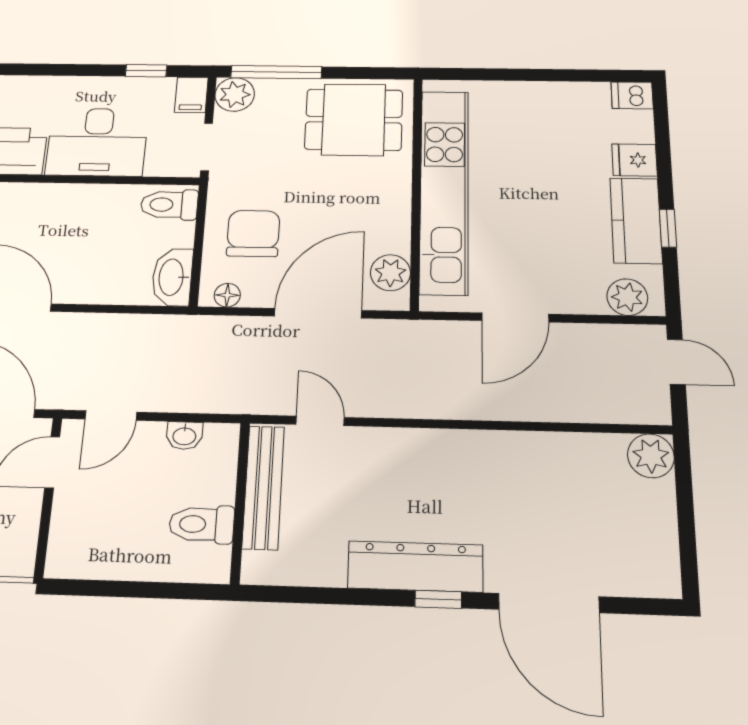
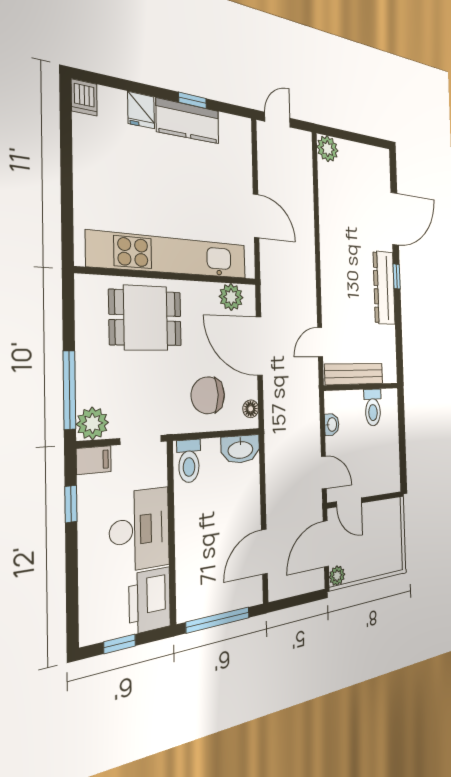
dining table: (354, 120) -> (146, 318), moved, turned 90
plant: (627, 297) -> (240, 140), removed

